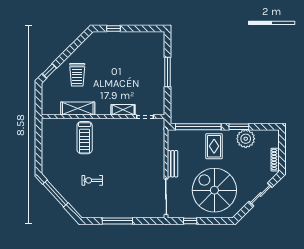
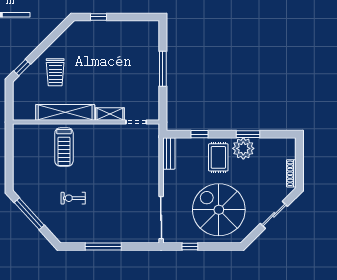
shelving: (78, 109) -> (65, 112), width x1.47
window: (198, 127) -> (199, 134), width x0.32
plant: (246, 139) -> (243, 148), moved
bench: (173, 164) -> (169, 153), moved

